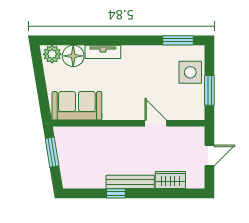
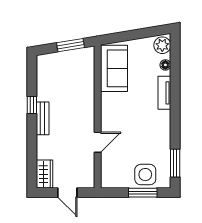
floor lamp: (73, 56) -> (165, 65), width x0.53, depth x0.53
window: (209, 90) -> (143, 193), moved
wardrobe: (170, 180) -> (44, 174), moved
bench: (130, 182) -> (43, 118), width x0.73

